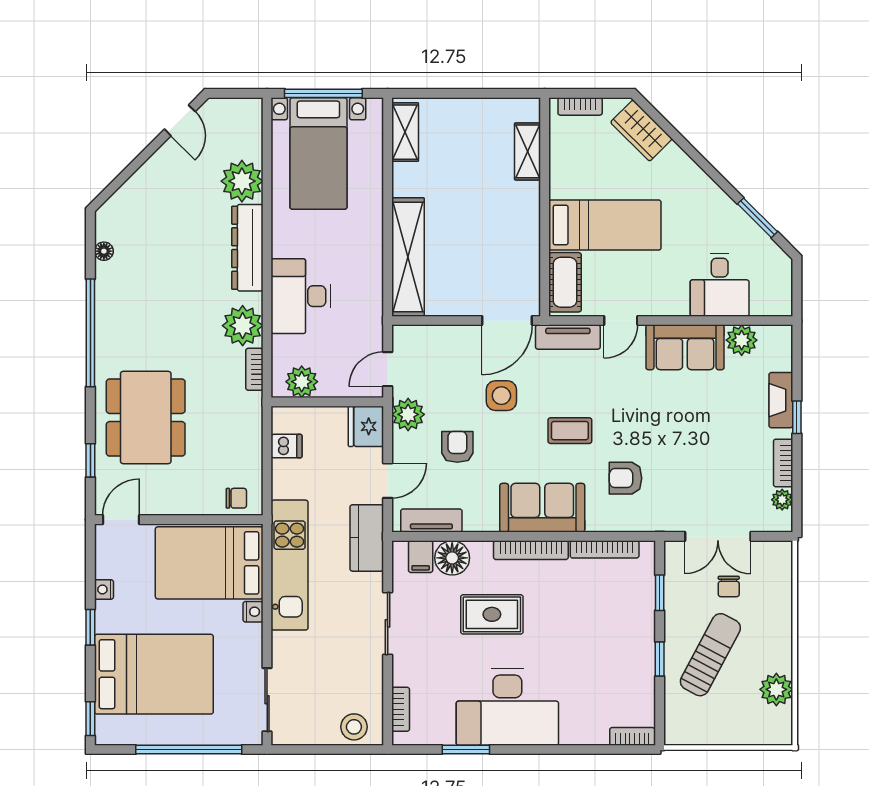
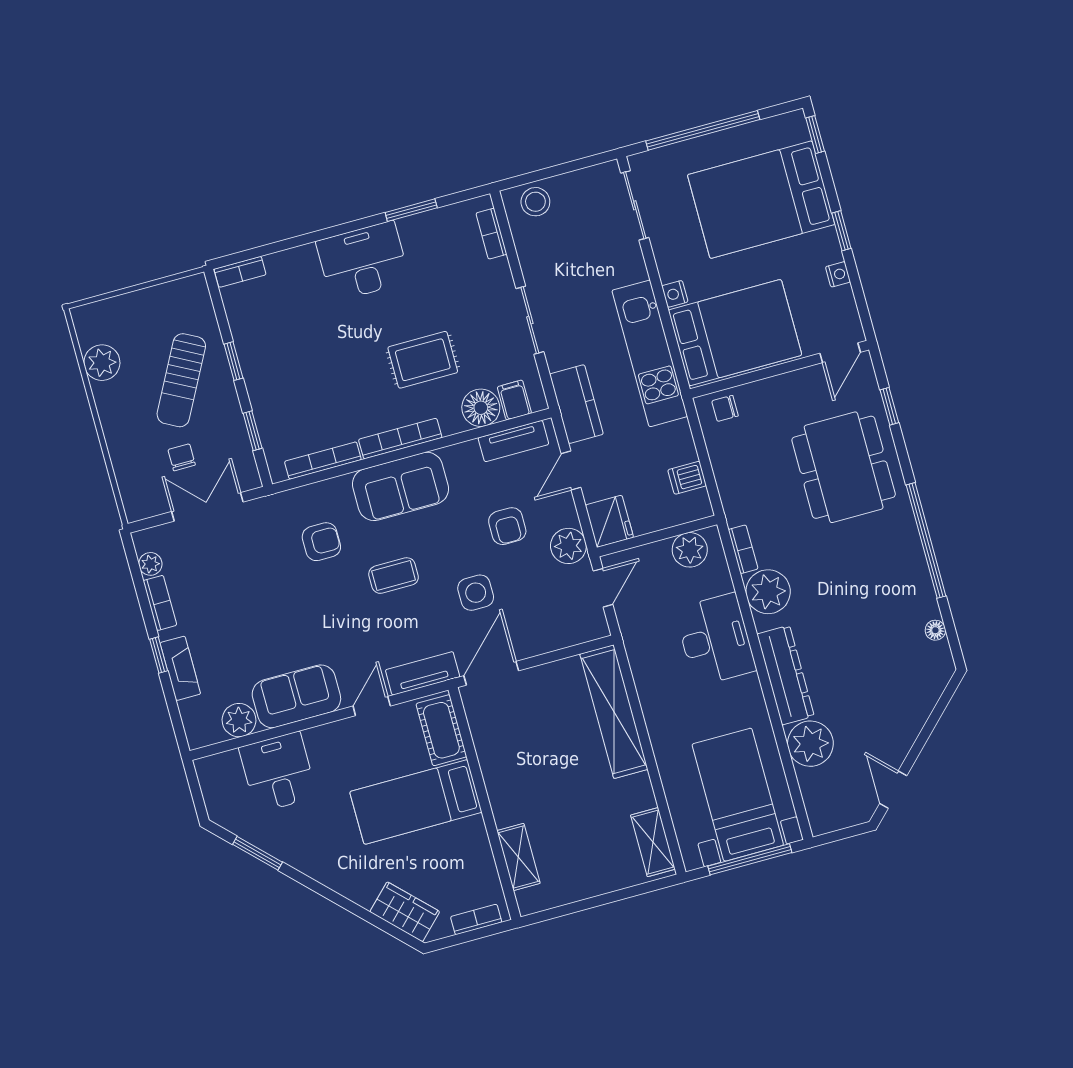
desk: (507, 707) -> (363, 261), width x0.73, depth x0.77

